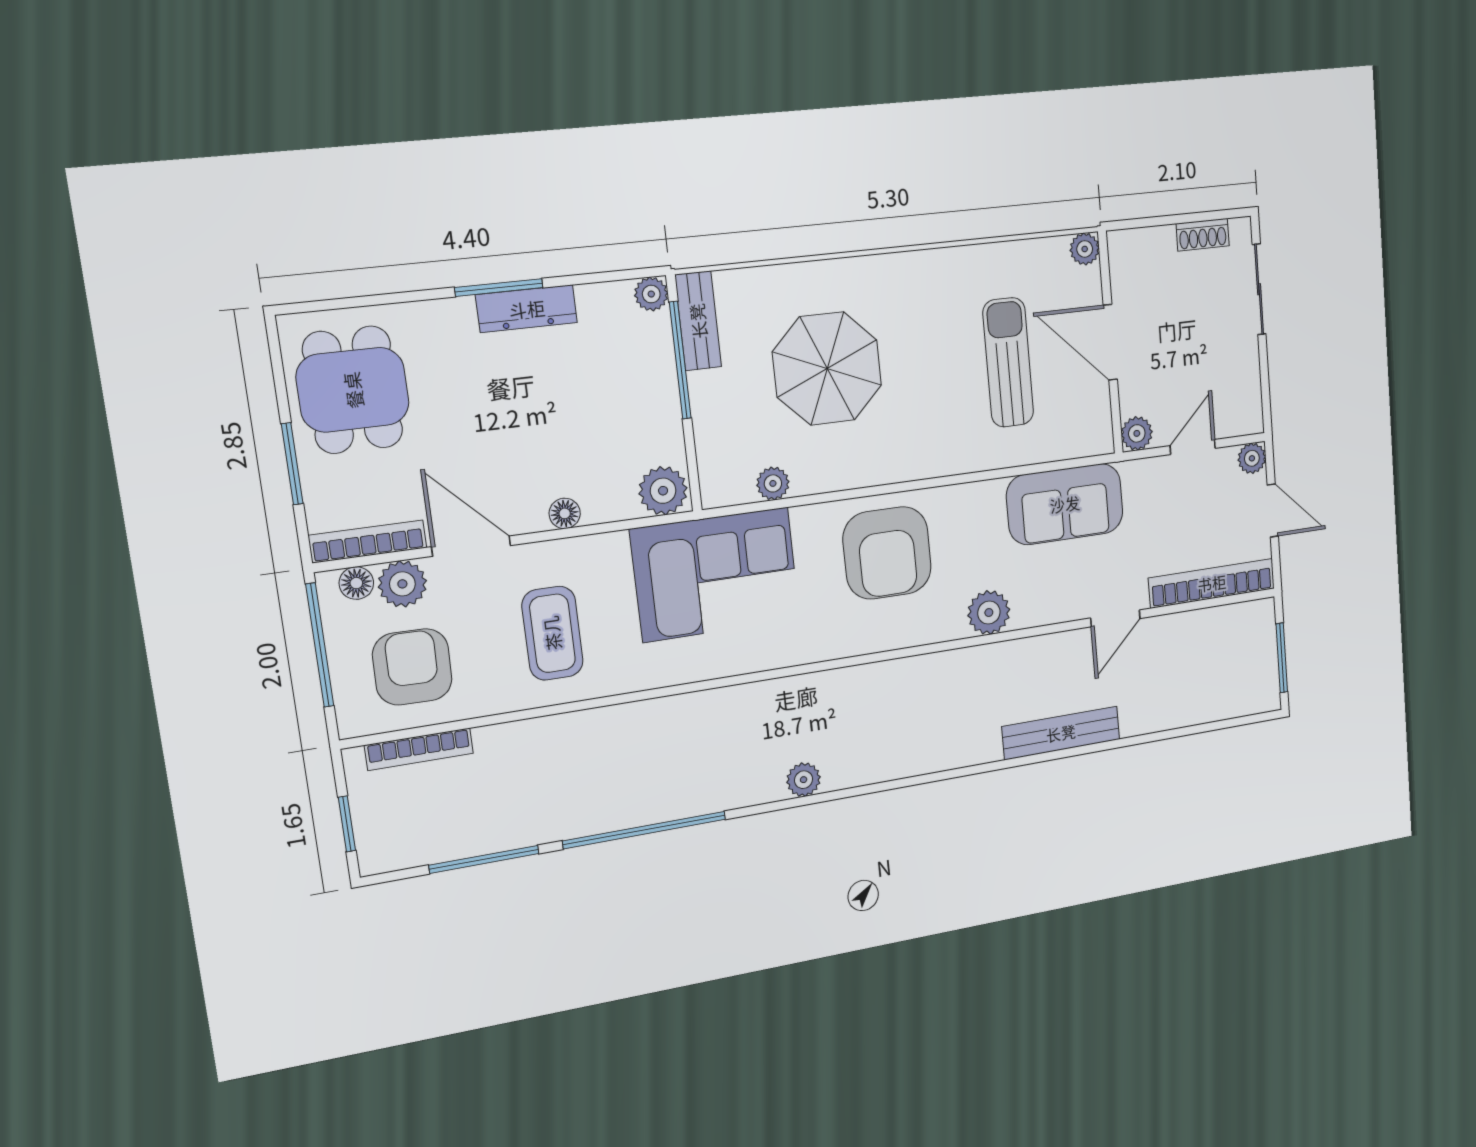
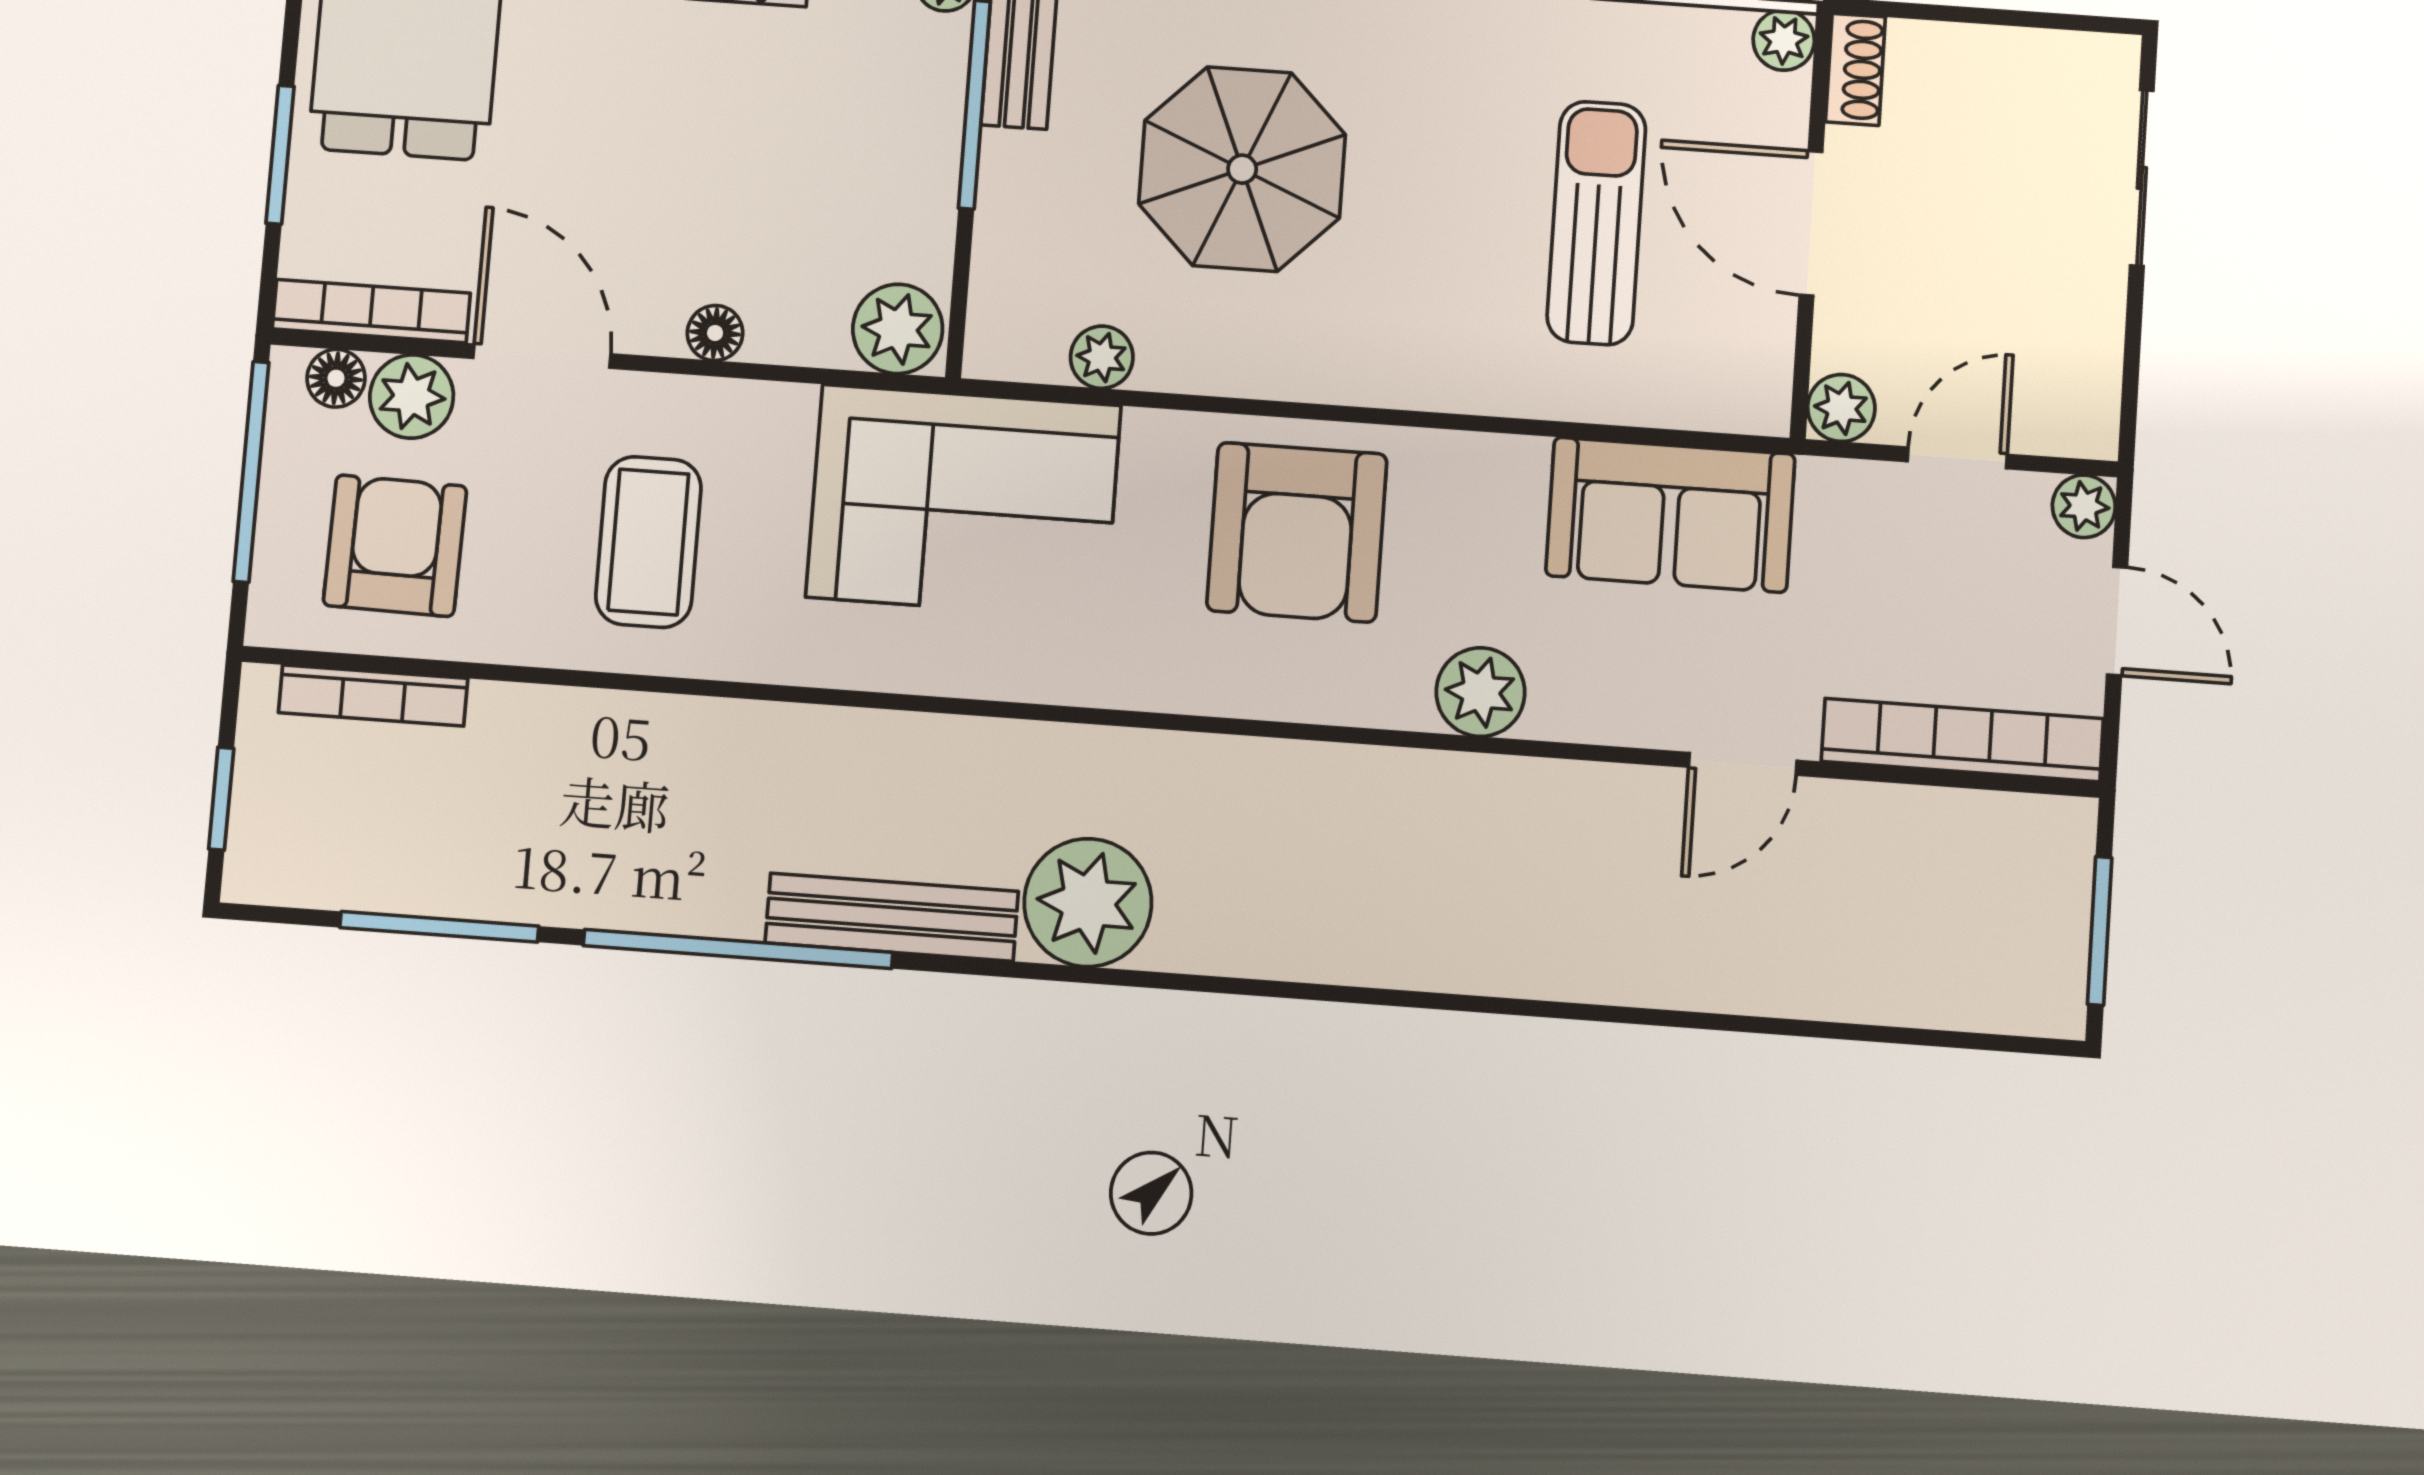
shoe rack: (1203, 235) -> (1855, 69), moved, turned -90
bench: (1061, 733) -> (892, 917), moved
plant: (804, 780) -> (1088, 903), width x1.87, depth x1.87

